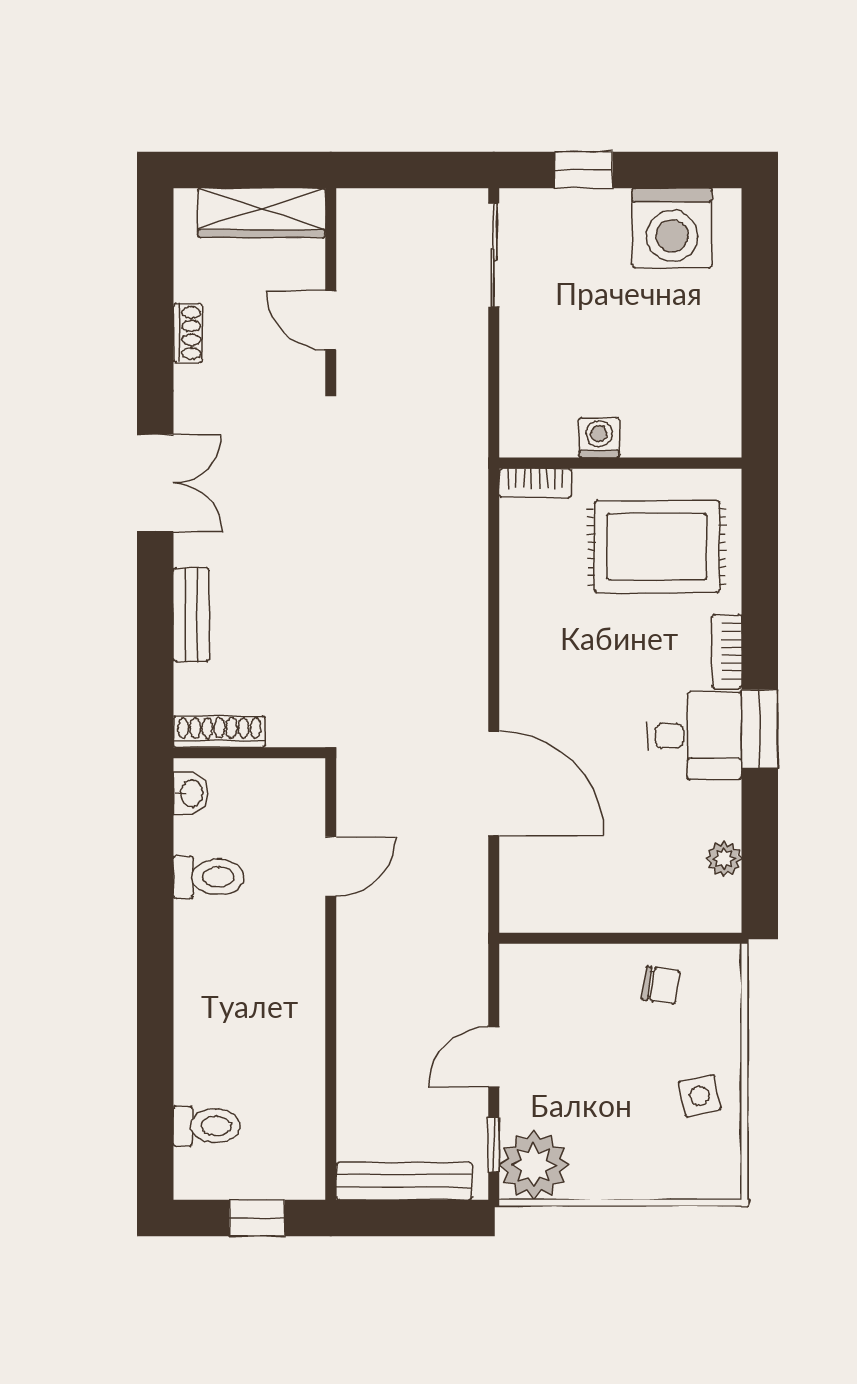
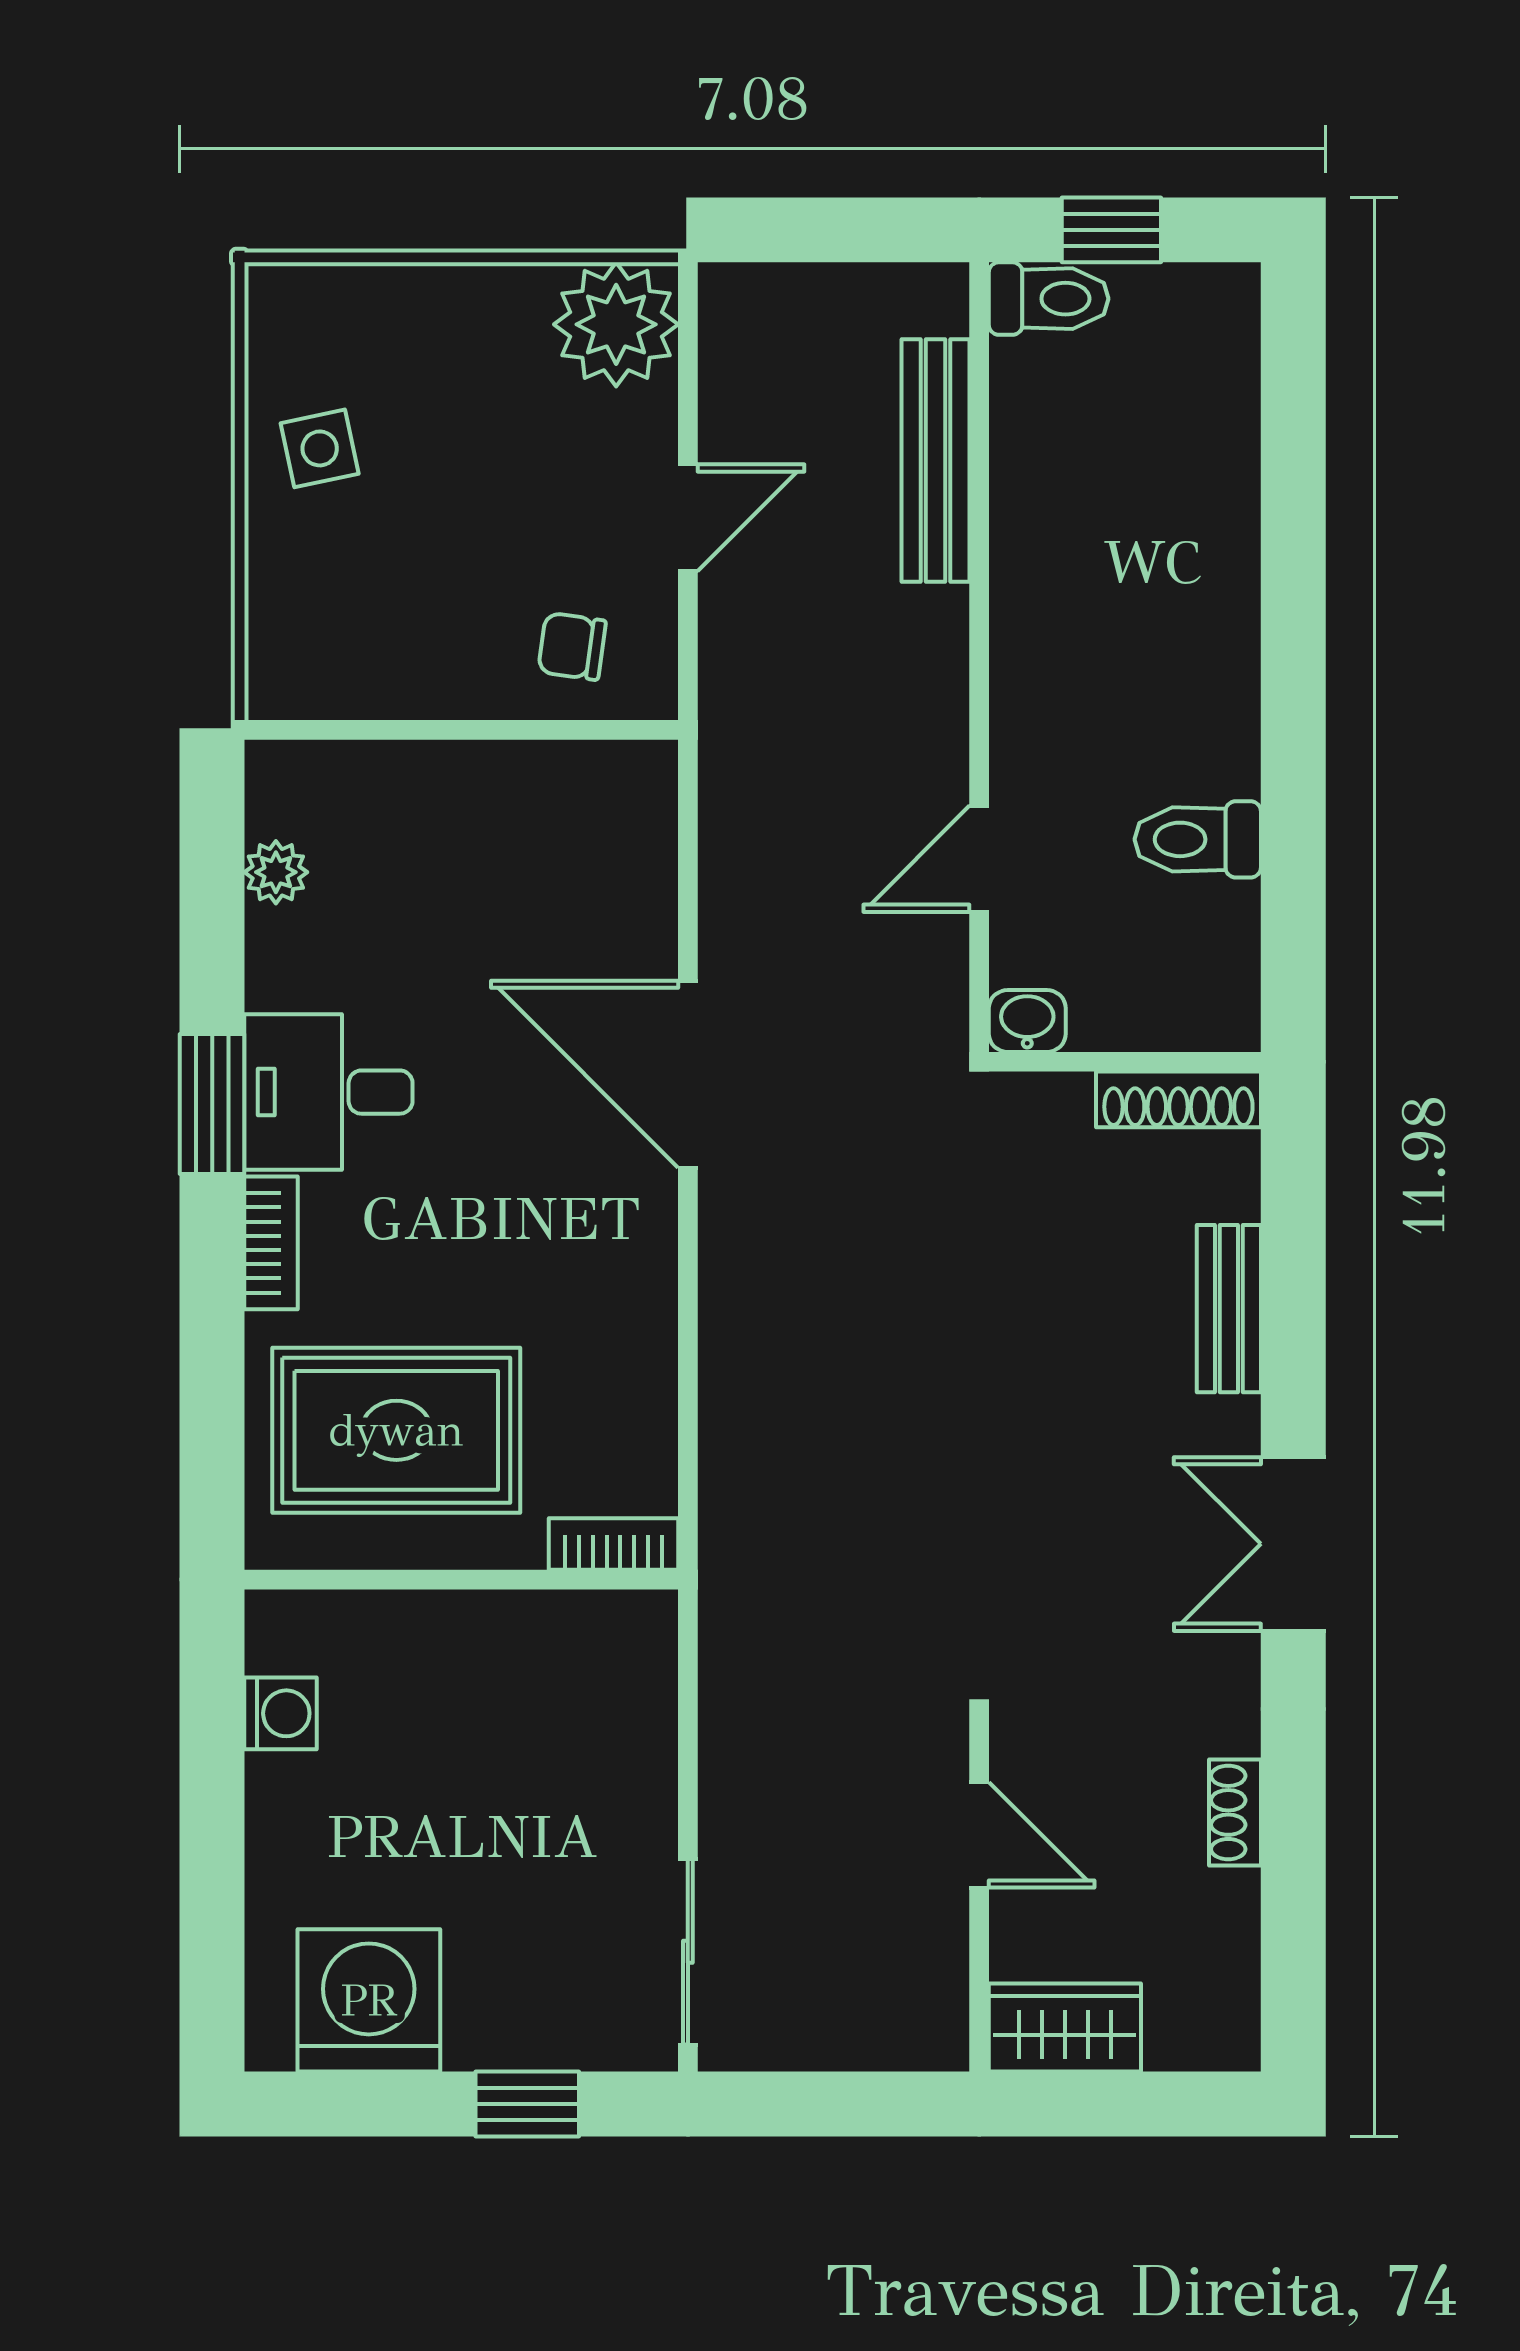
wardrobe: (262, 213) -> (1065, 2027), width x0.67
washing machine: (599, 438) -> (281, 1713), moved, turned -90
door: (494, 784) -> (688, 1074), moved
washbasin: (191, 793) -> (1027, 1021), moved, turned 90
chair: (661, 985) -> (572, 646), moved
toilet: (207, 1126) -> (1049, 299), moved, turned 180
window: (494, 1145) -> (688, 361), removed
bench: (404, 1181) -> (935, 460), moved, turned 90

